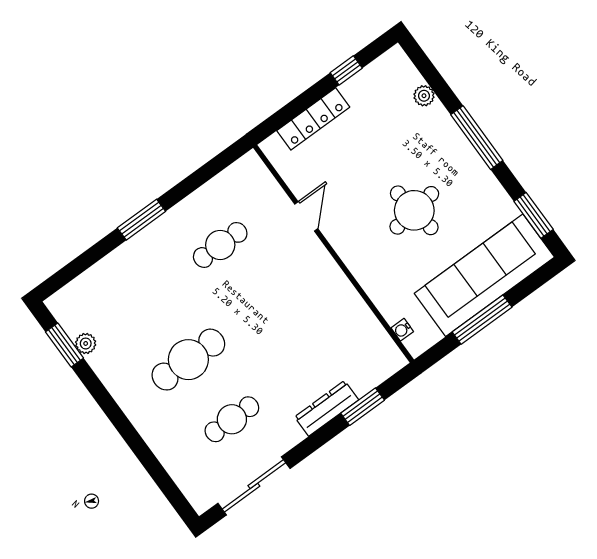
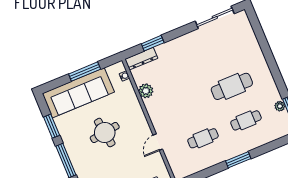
window: (534, 215) -> (52, 126), moved
plant: (354, 311) -> (146, 91), added
dresser: (327, 408) -> (141, 59), moved
cafe table: (232, 419) -> (246, 120), moved

